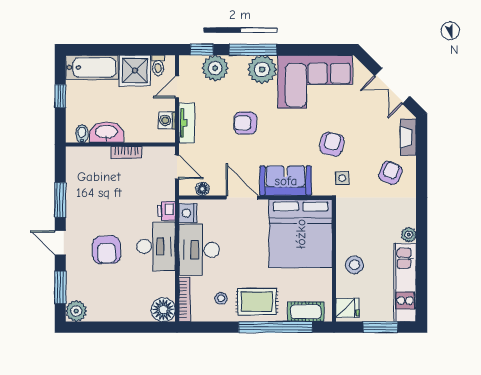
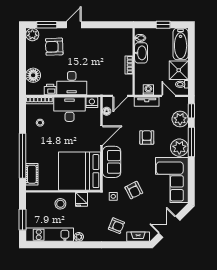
armchair: (332, 144) -> (134, 190), turned 50
window: (60, 200) -> (100, 25), removed
printer: (167, 211) -> (50, 89), moved
armchair: (106, 250) -> (54, 47), moved
rug: (257, 302) -> (38, 144), removed
fridge: (347, 308) -> (82, 199), moved
floor lamp: (163, 310) -> (33, 75), moved

